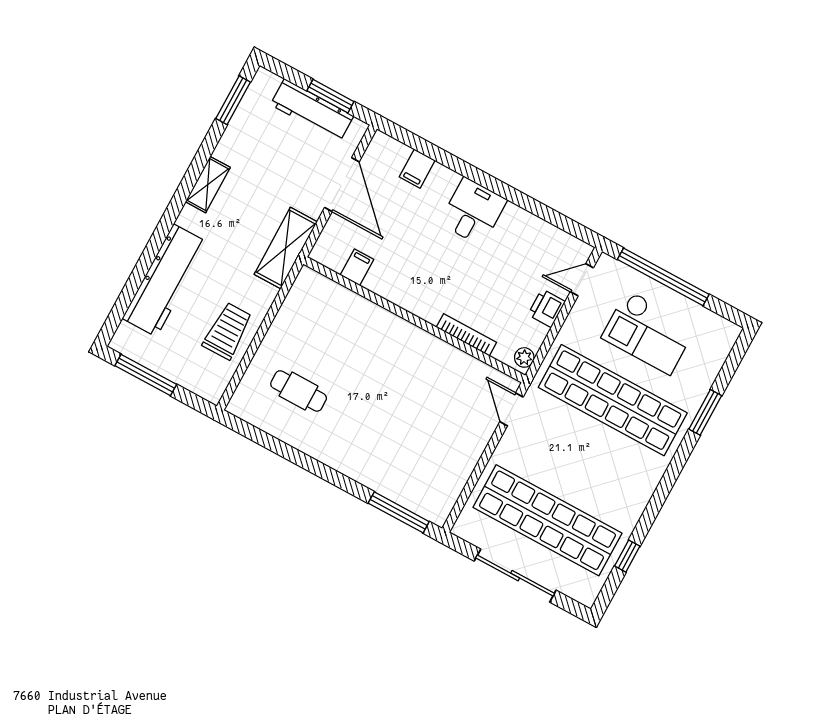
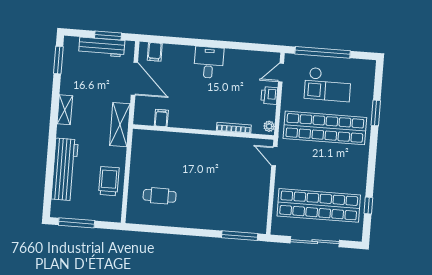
filing cabinet: (417, 169) -> (155, 52), moved

